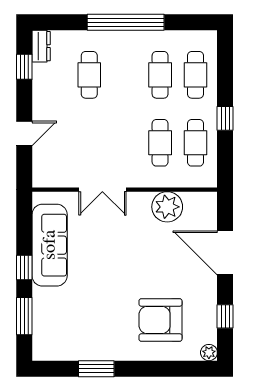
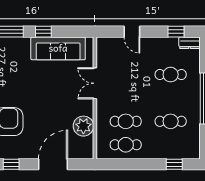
cafe table: (196, 75) -> (171, 145), removed
window: (225, 118) -> (174, 164), moved

